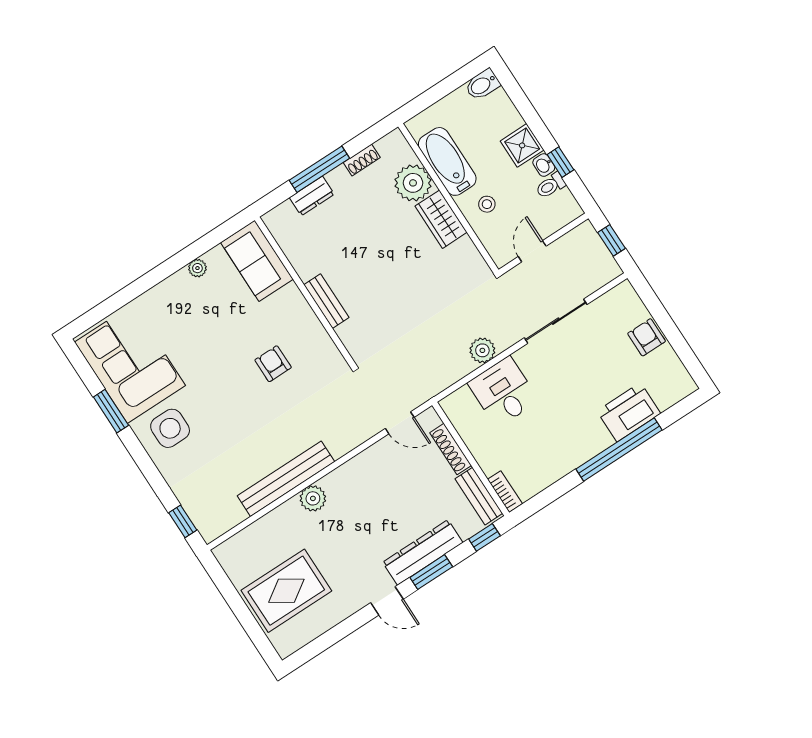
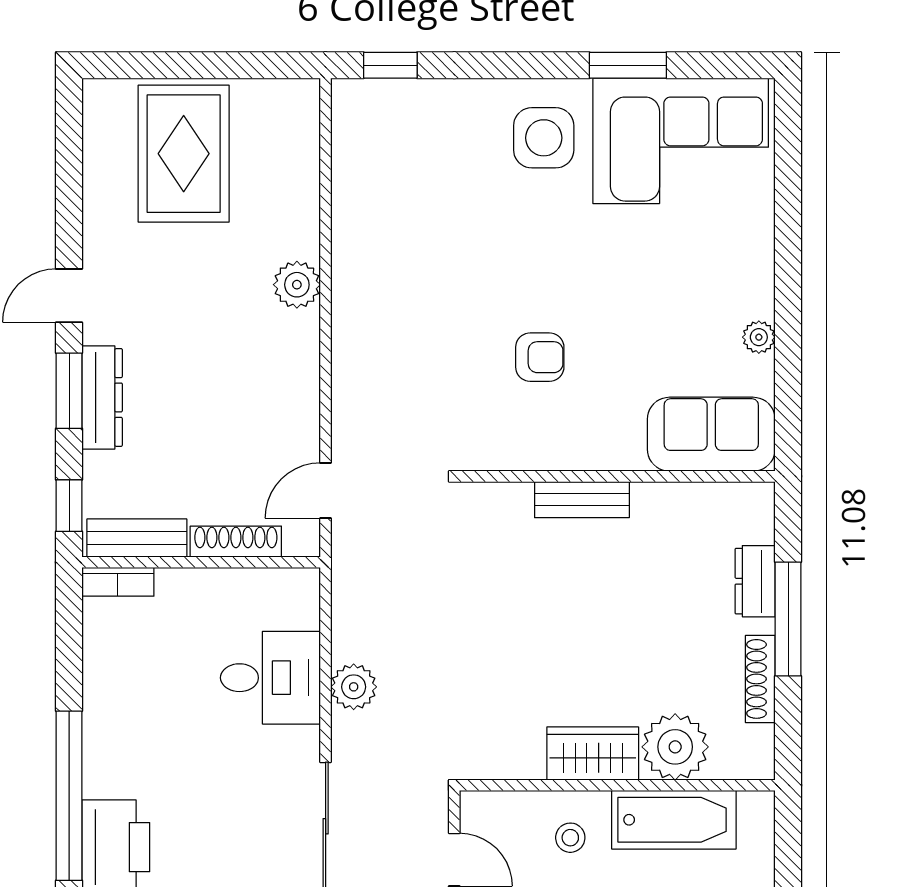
shoe rack: (362, 160) -> (760, 679), width x1.43
bench: (286, 479) -> (353, 263), removed
dresser: (423, 552) -> (102, 397), width x0.73, depth x0.80

